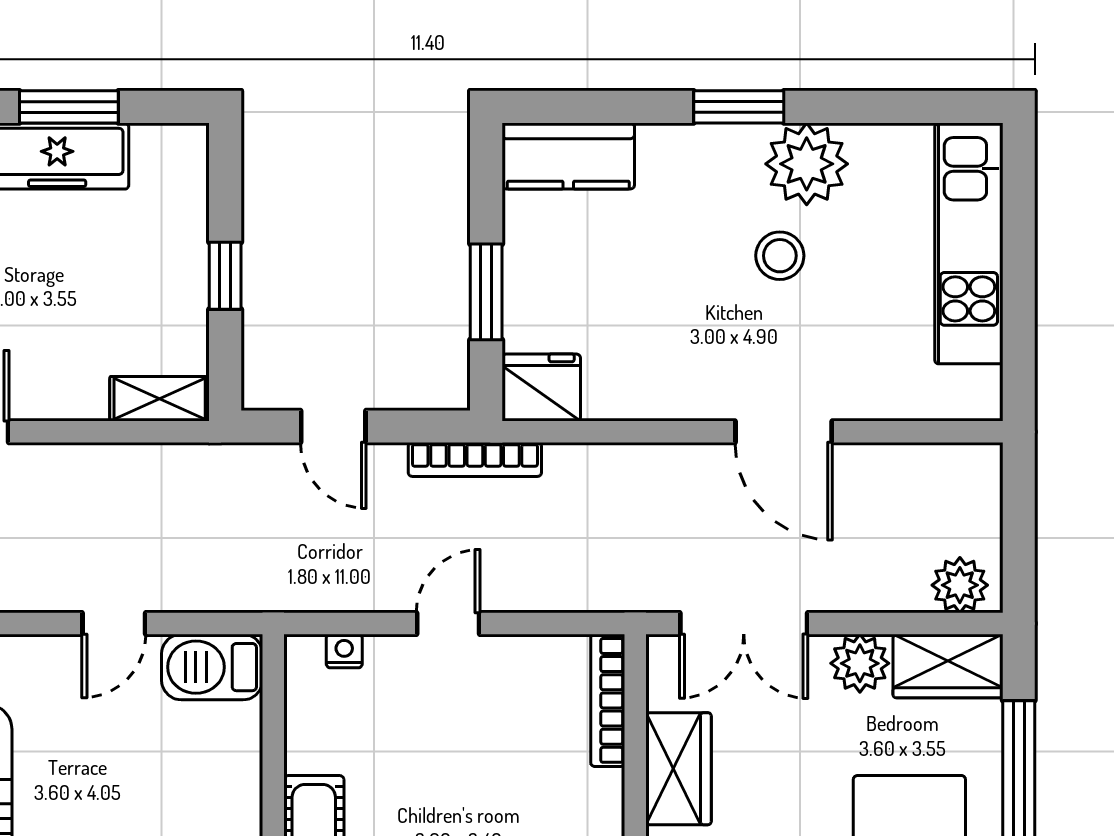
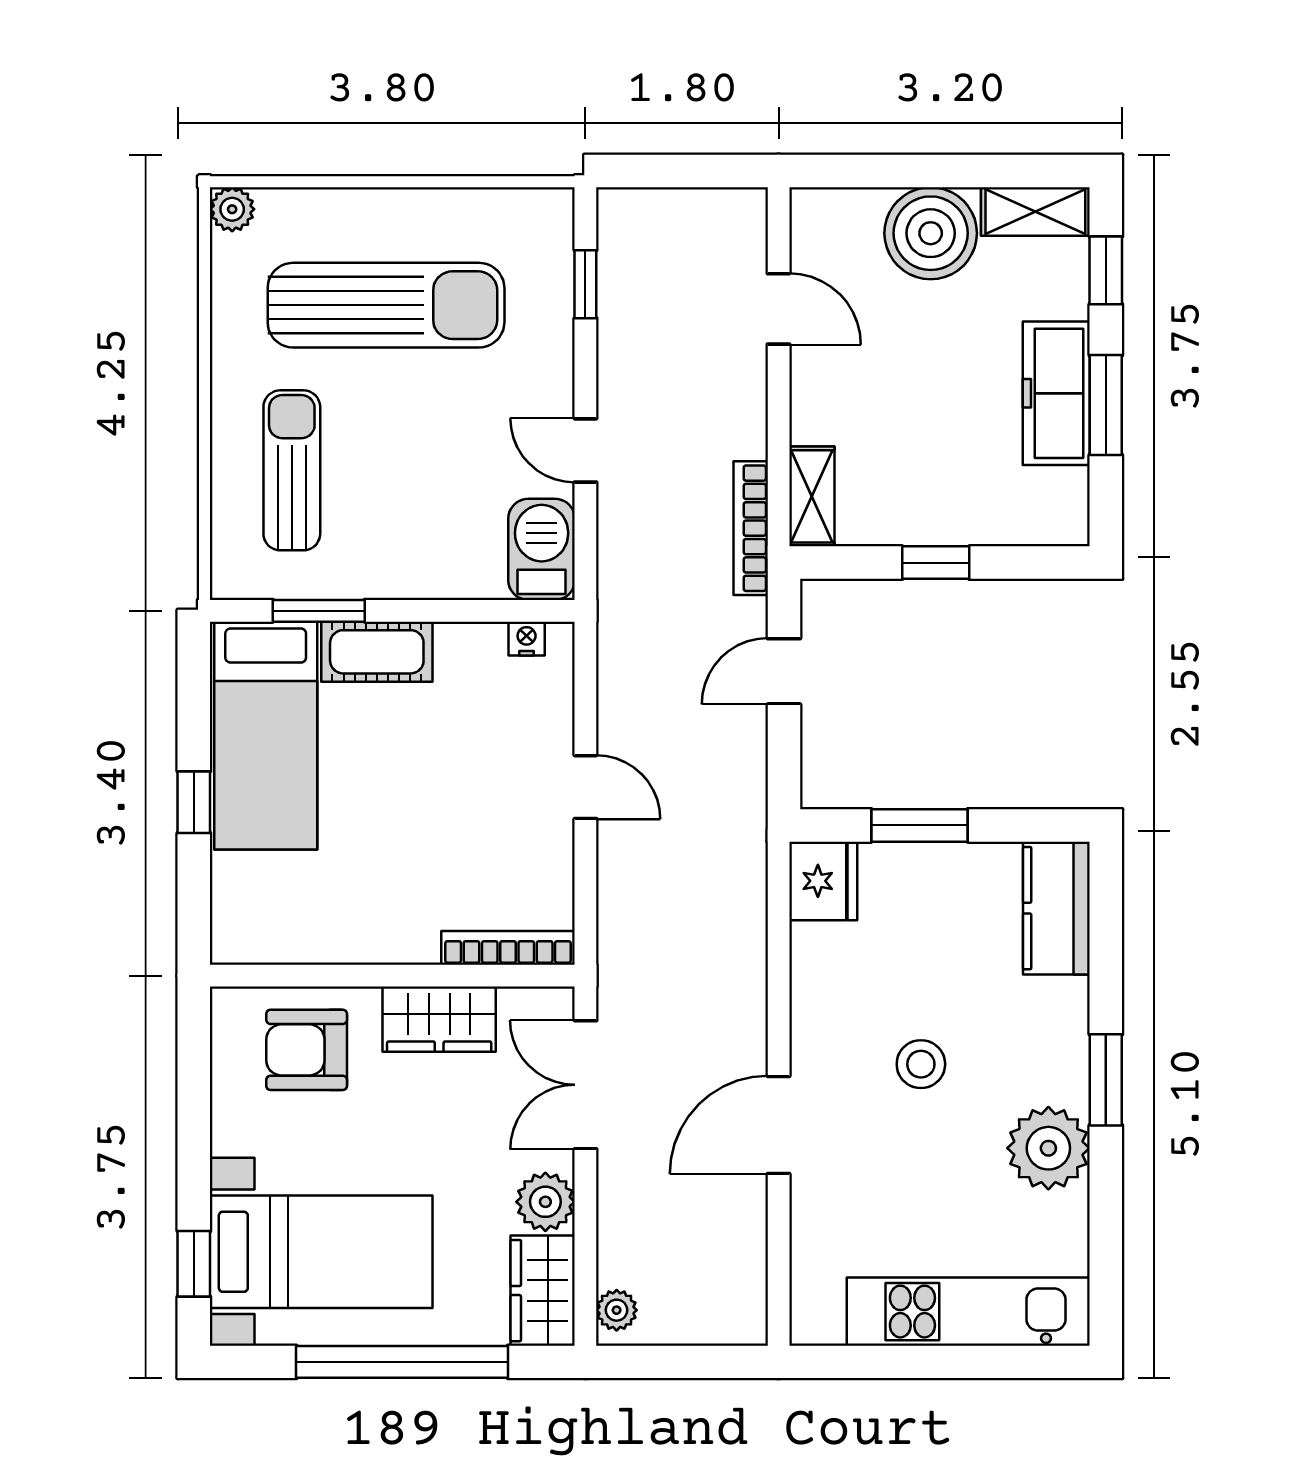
stool: (780, 256) -> (921, 1064), moved
bookcase: (475, 460) -> (751, 528), moved
plant: (960, 585) -> (617, 1310), width x0.73, depth x0.73
nightstand: (344, 651) -> (527, 639), moved, turned -90

